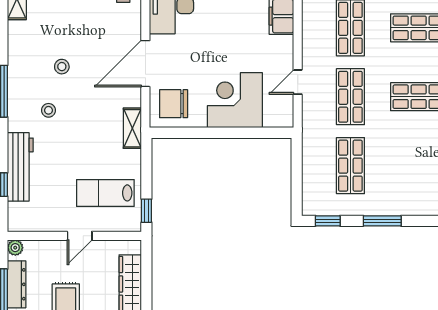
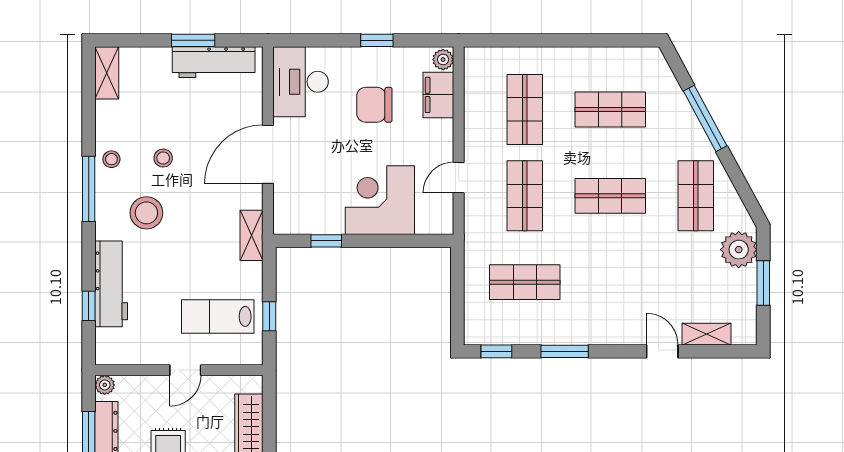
stool: (21, 67) -> (111, 159), added
chair: (174, 104) -> (374, 105), moved
stool: (48, 110) -> (146, 213), width x1.89, depth x1.89
window: (192, 133) -> (326, 241), added
shop shelf: (350, 166) -> (525, 282), turned 90
window: (146, 211) -> (269, 316), moved

